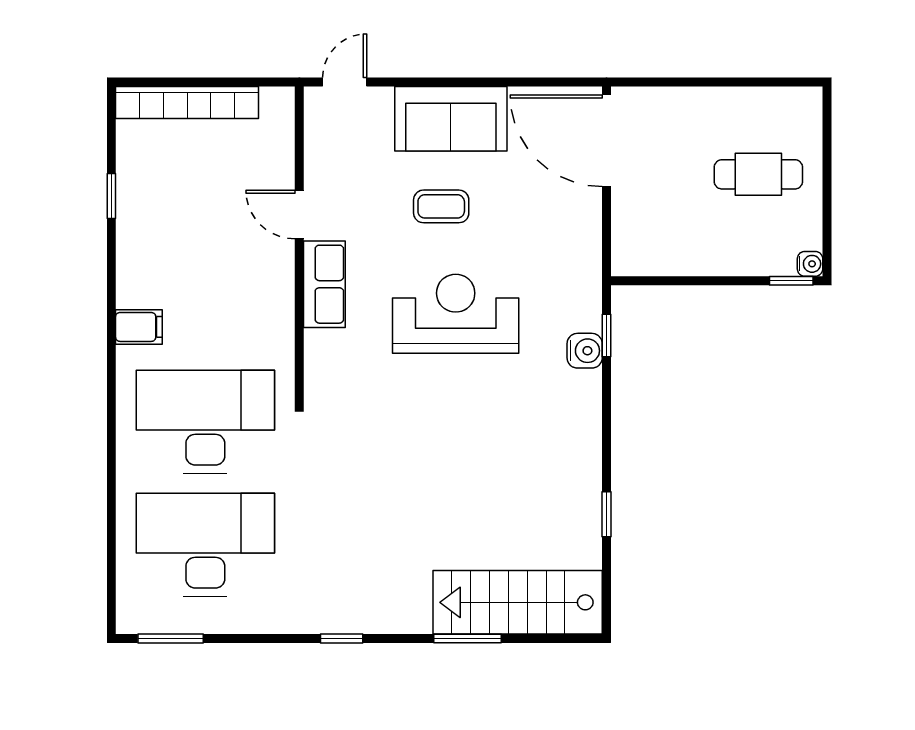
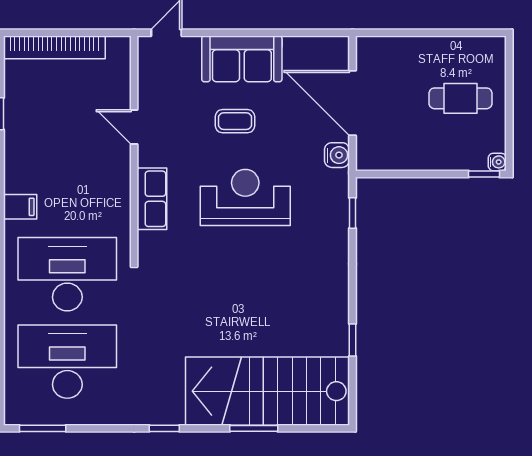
door: (606, 141) -> (353, 103), moved
row of seats: (324, 284) -> (152, 199), moved
water cooler: (585, 351) -> (337, 155), moved
stairs: (518, 602) -> (267, 391), width x1.36, depth x1.51

